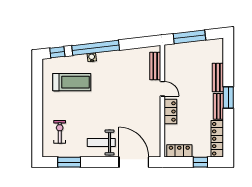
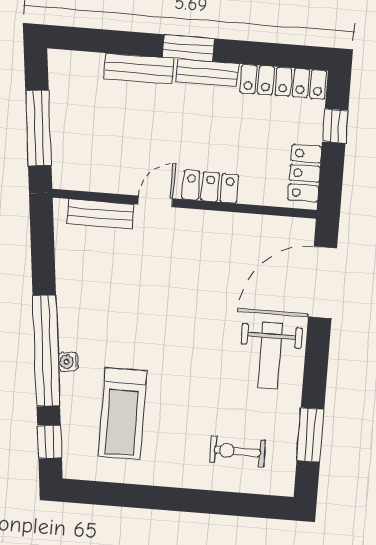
treadmill: (72, 82) -> (122, 413), turned 180

